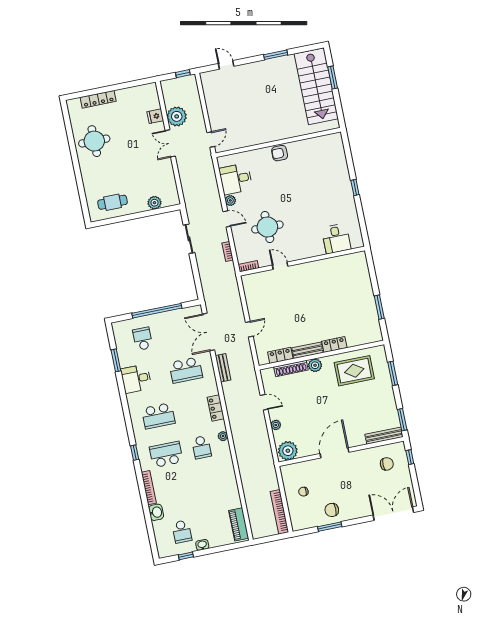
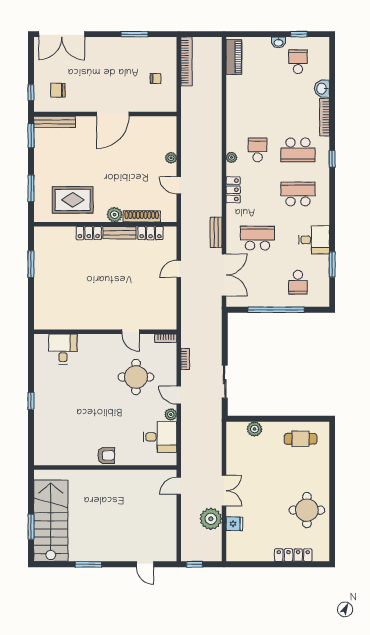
plant: (288, 451) -> (163, 127), removed
chair: (332, 510) -> (128, 52), removed

